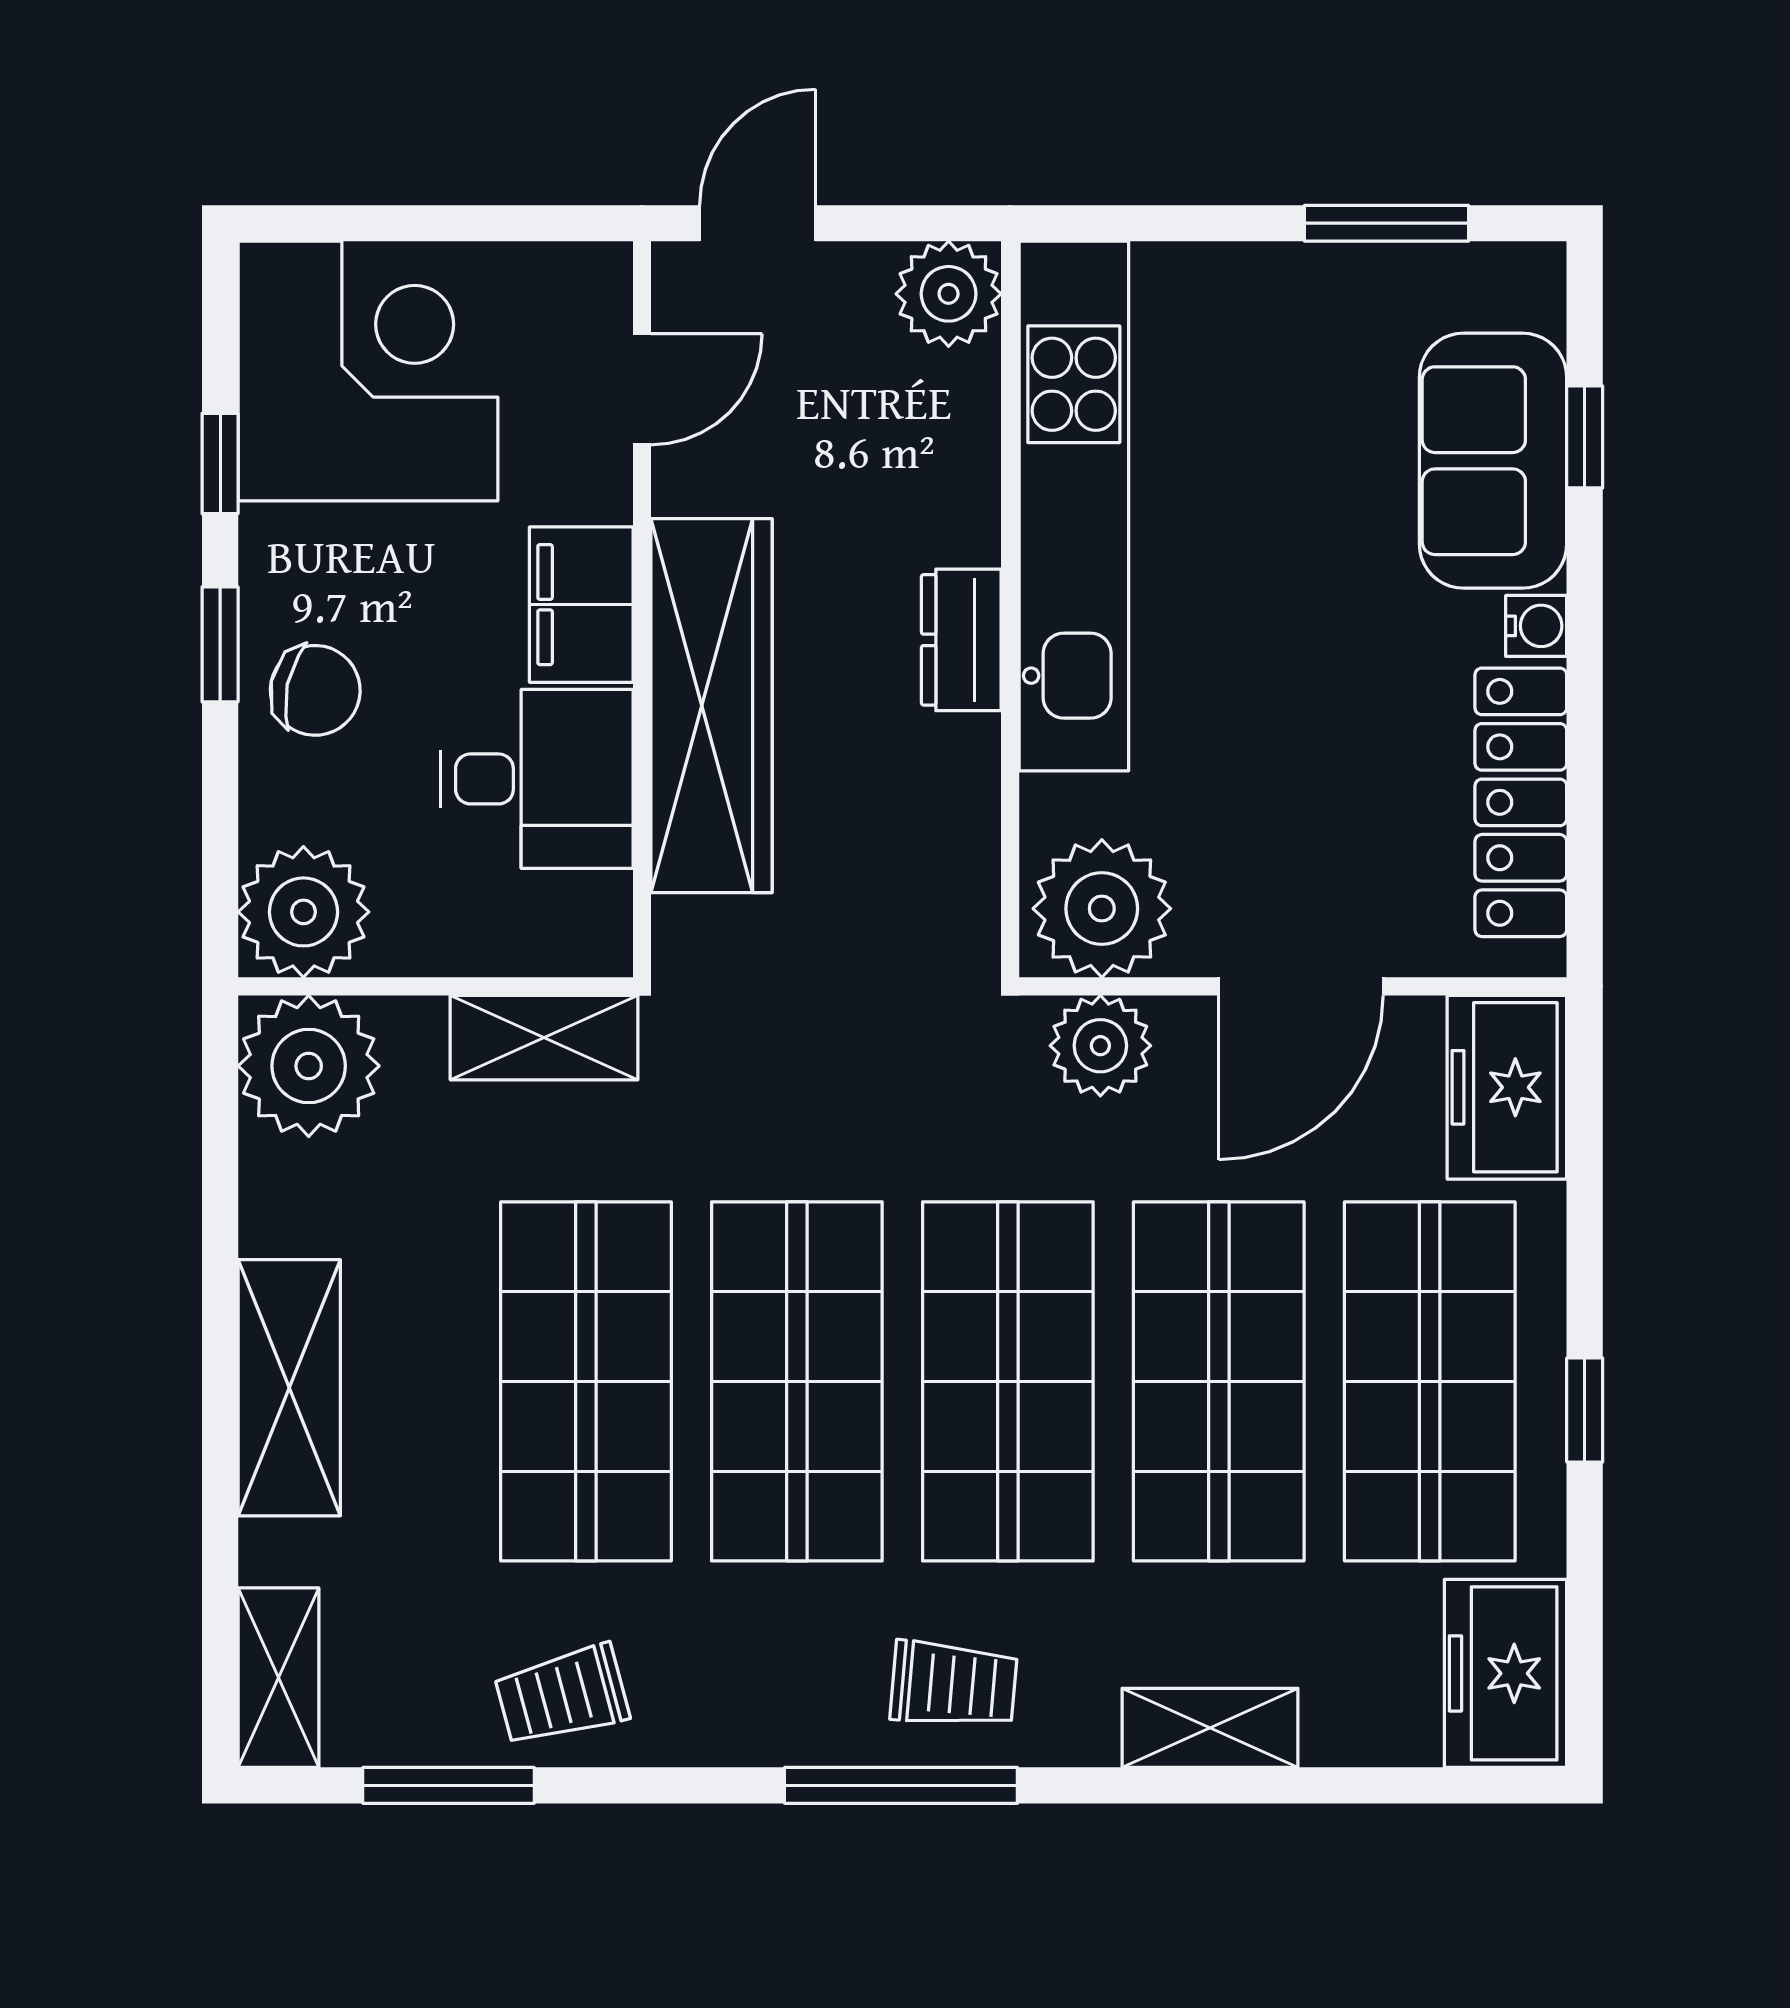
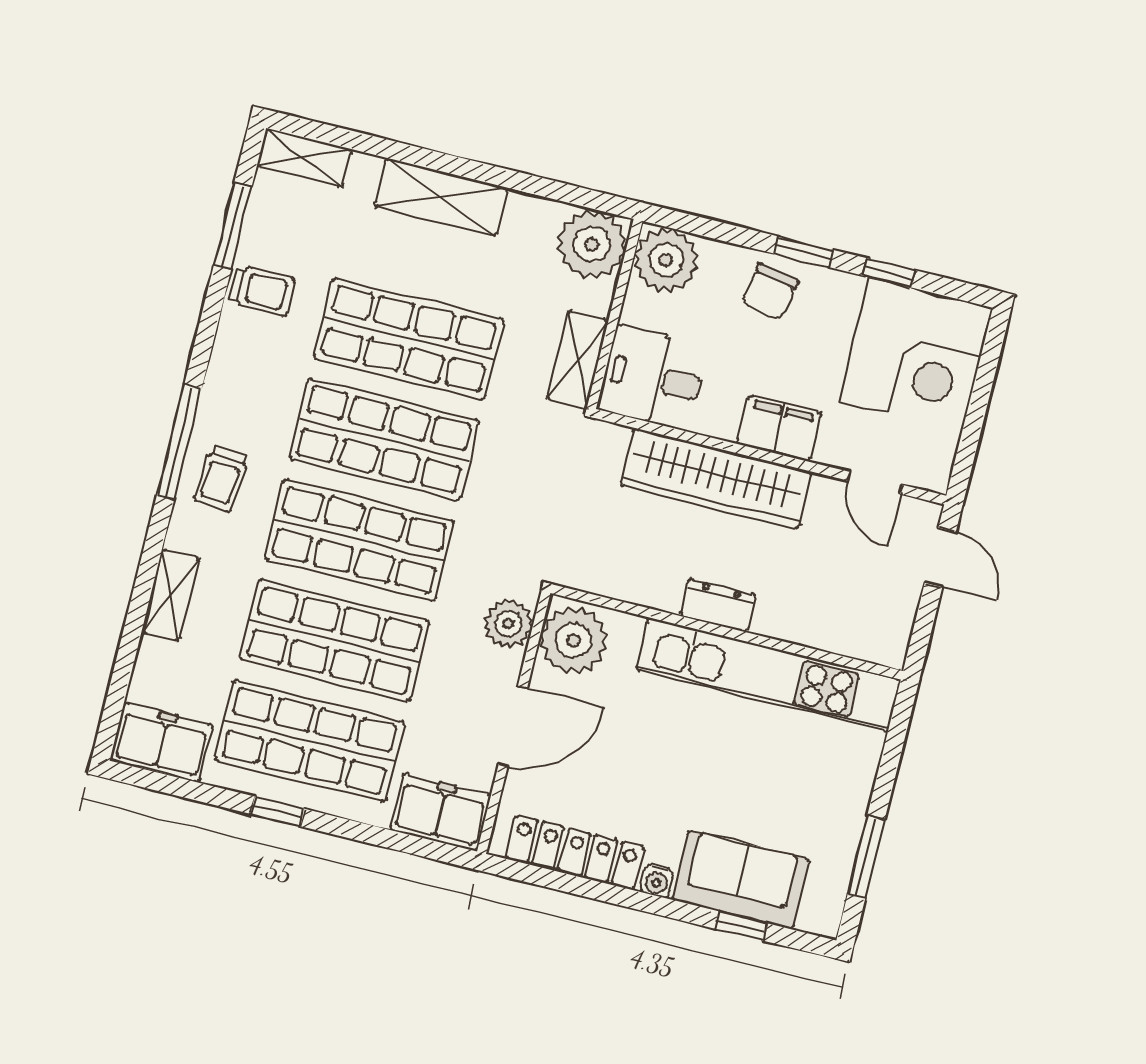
plant: (949, 294) -> (884, 640), removed
desk: (537, 779) -> (652, 378), moved, turned 90
door: (1301, 986) -> (513, 726), swing flipped
trolley: (562, 1695) -> (262, 291), turned 105

